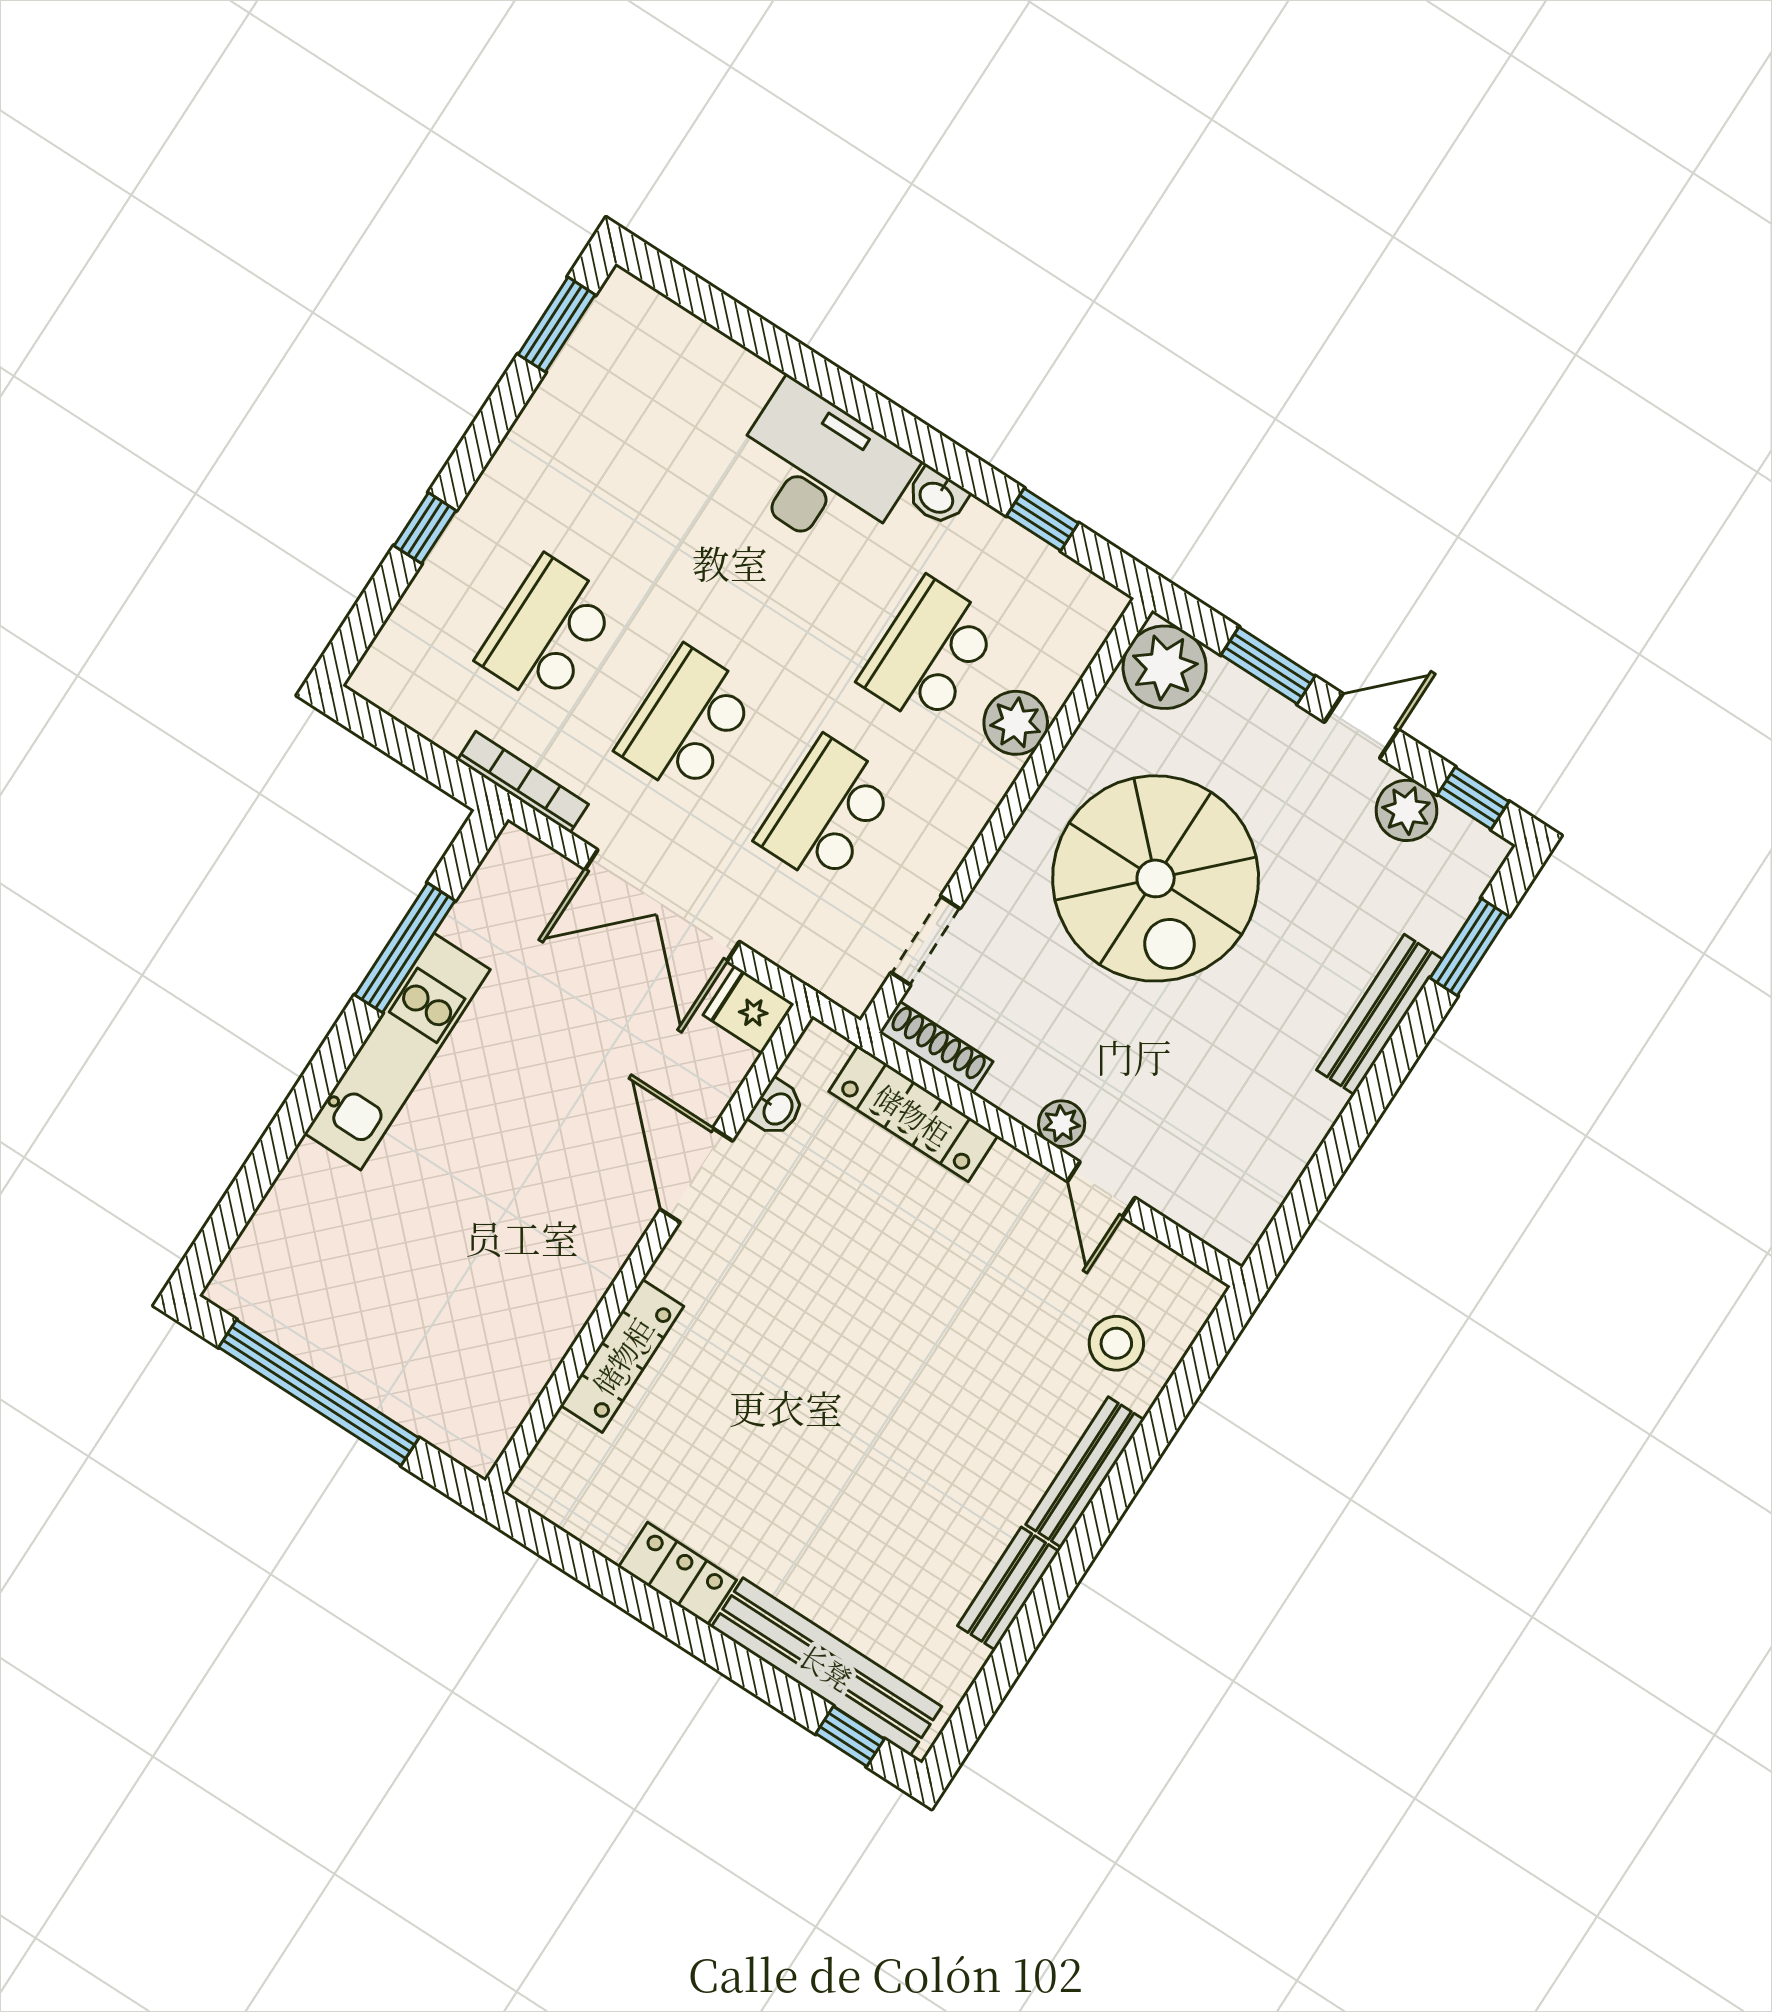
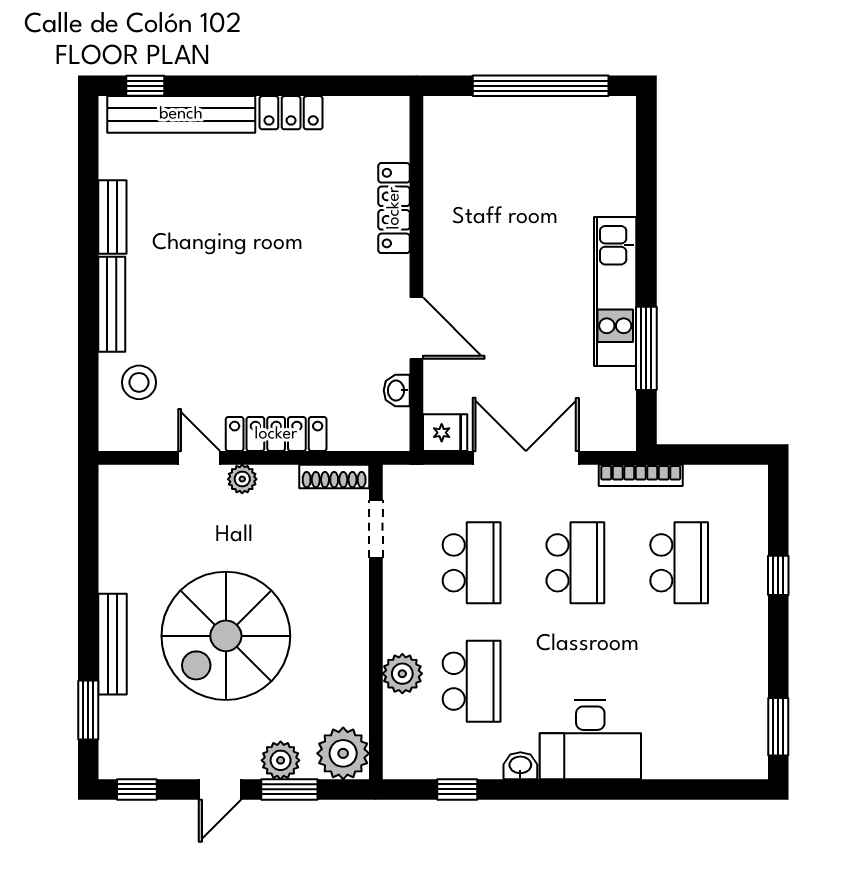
plant: (1407, 810) -> (281, 760), moved
spiral stairs: (1156, 878) -> (226, 636), moved, turned -90
locker: (913, 1114) -> (276, 434), moved

